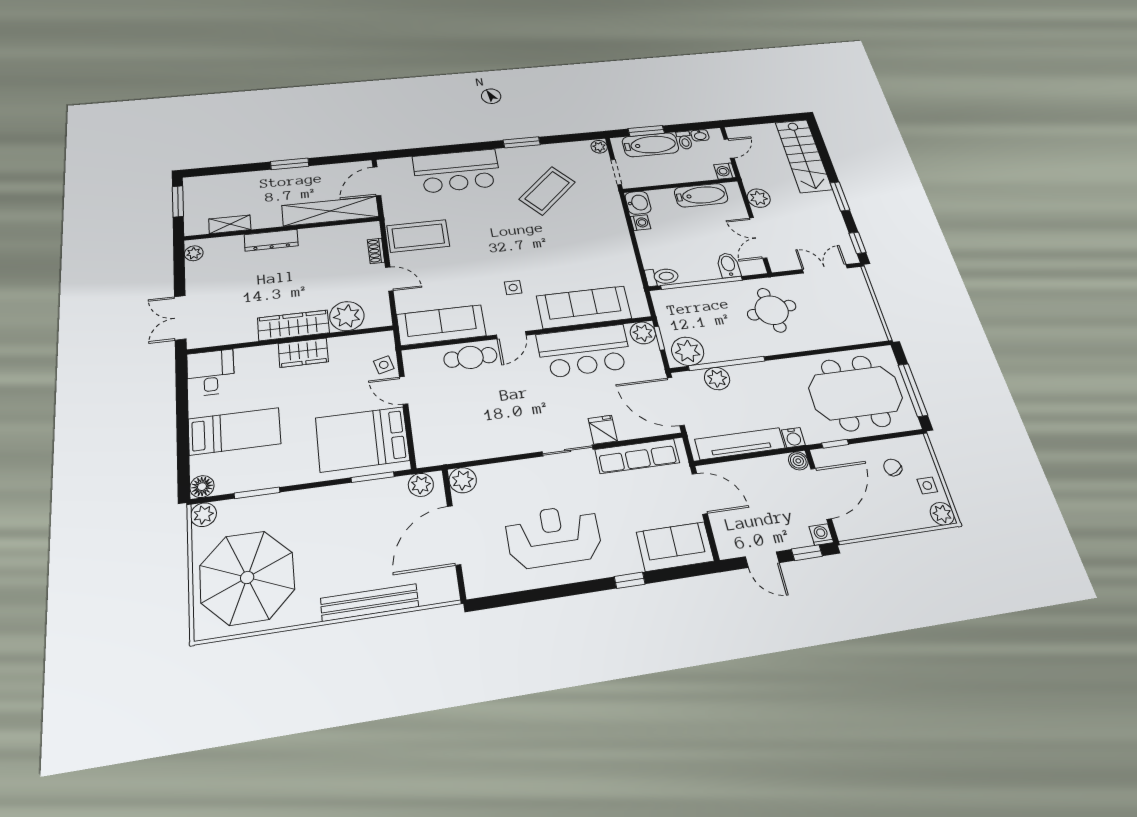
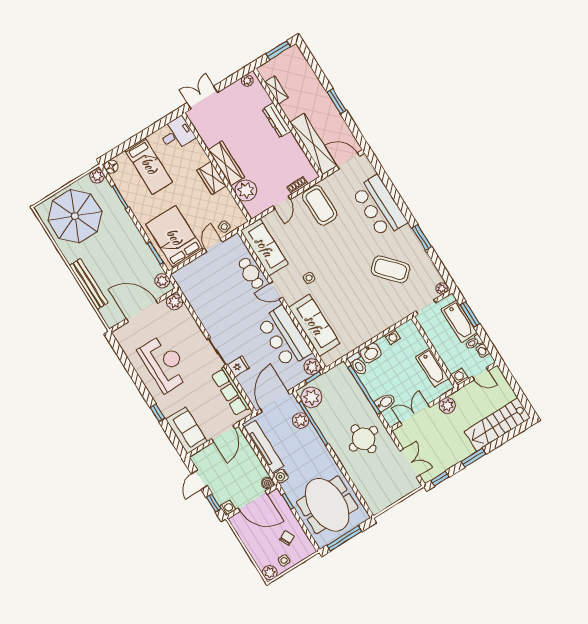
washbasin: (638, 203) -> (371, 353), moved

